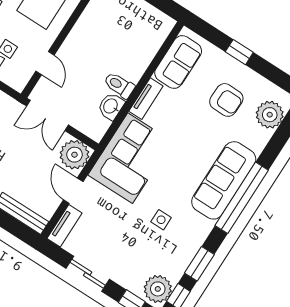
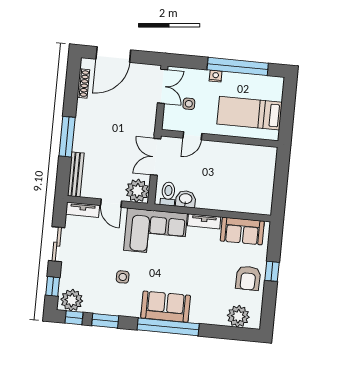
toilet: (119, 85) -> (168, 194), moved
armchair: (226, 100) -> (248, 278), moved
sofa: (224, 180) -> (166, 307), width x0.73
door: (73, 191) -> (111, 203), swing flipped

